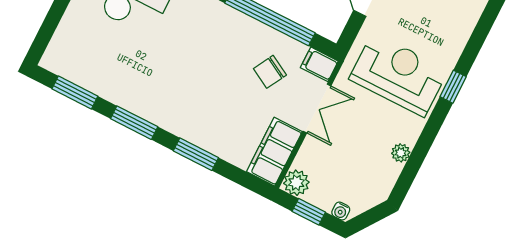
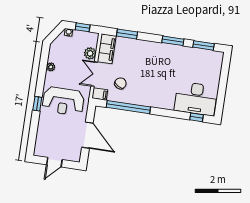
window: (196, 154) -> (127, 34), moved
plant: (296, 183) -> (90, 53), moved

